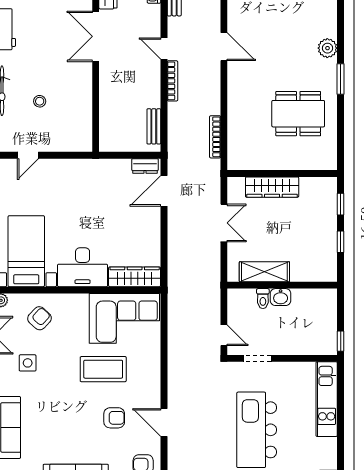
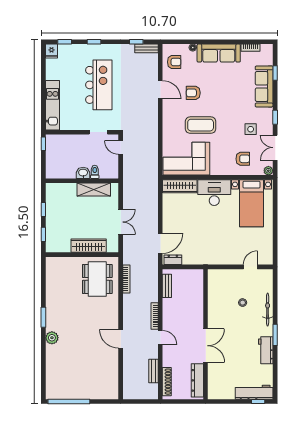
dining table: (298, 114) -> (97, 279), moved, turned 90
double door: (224, 223) -> (121, 222), swing flipped
armchair: (39, 318) -> (243, 159), turned -133

